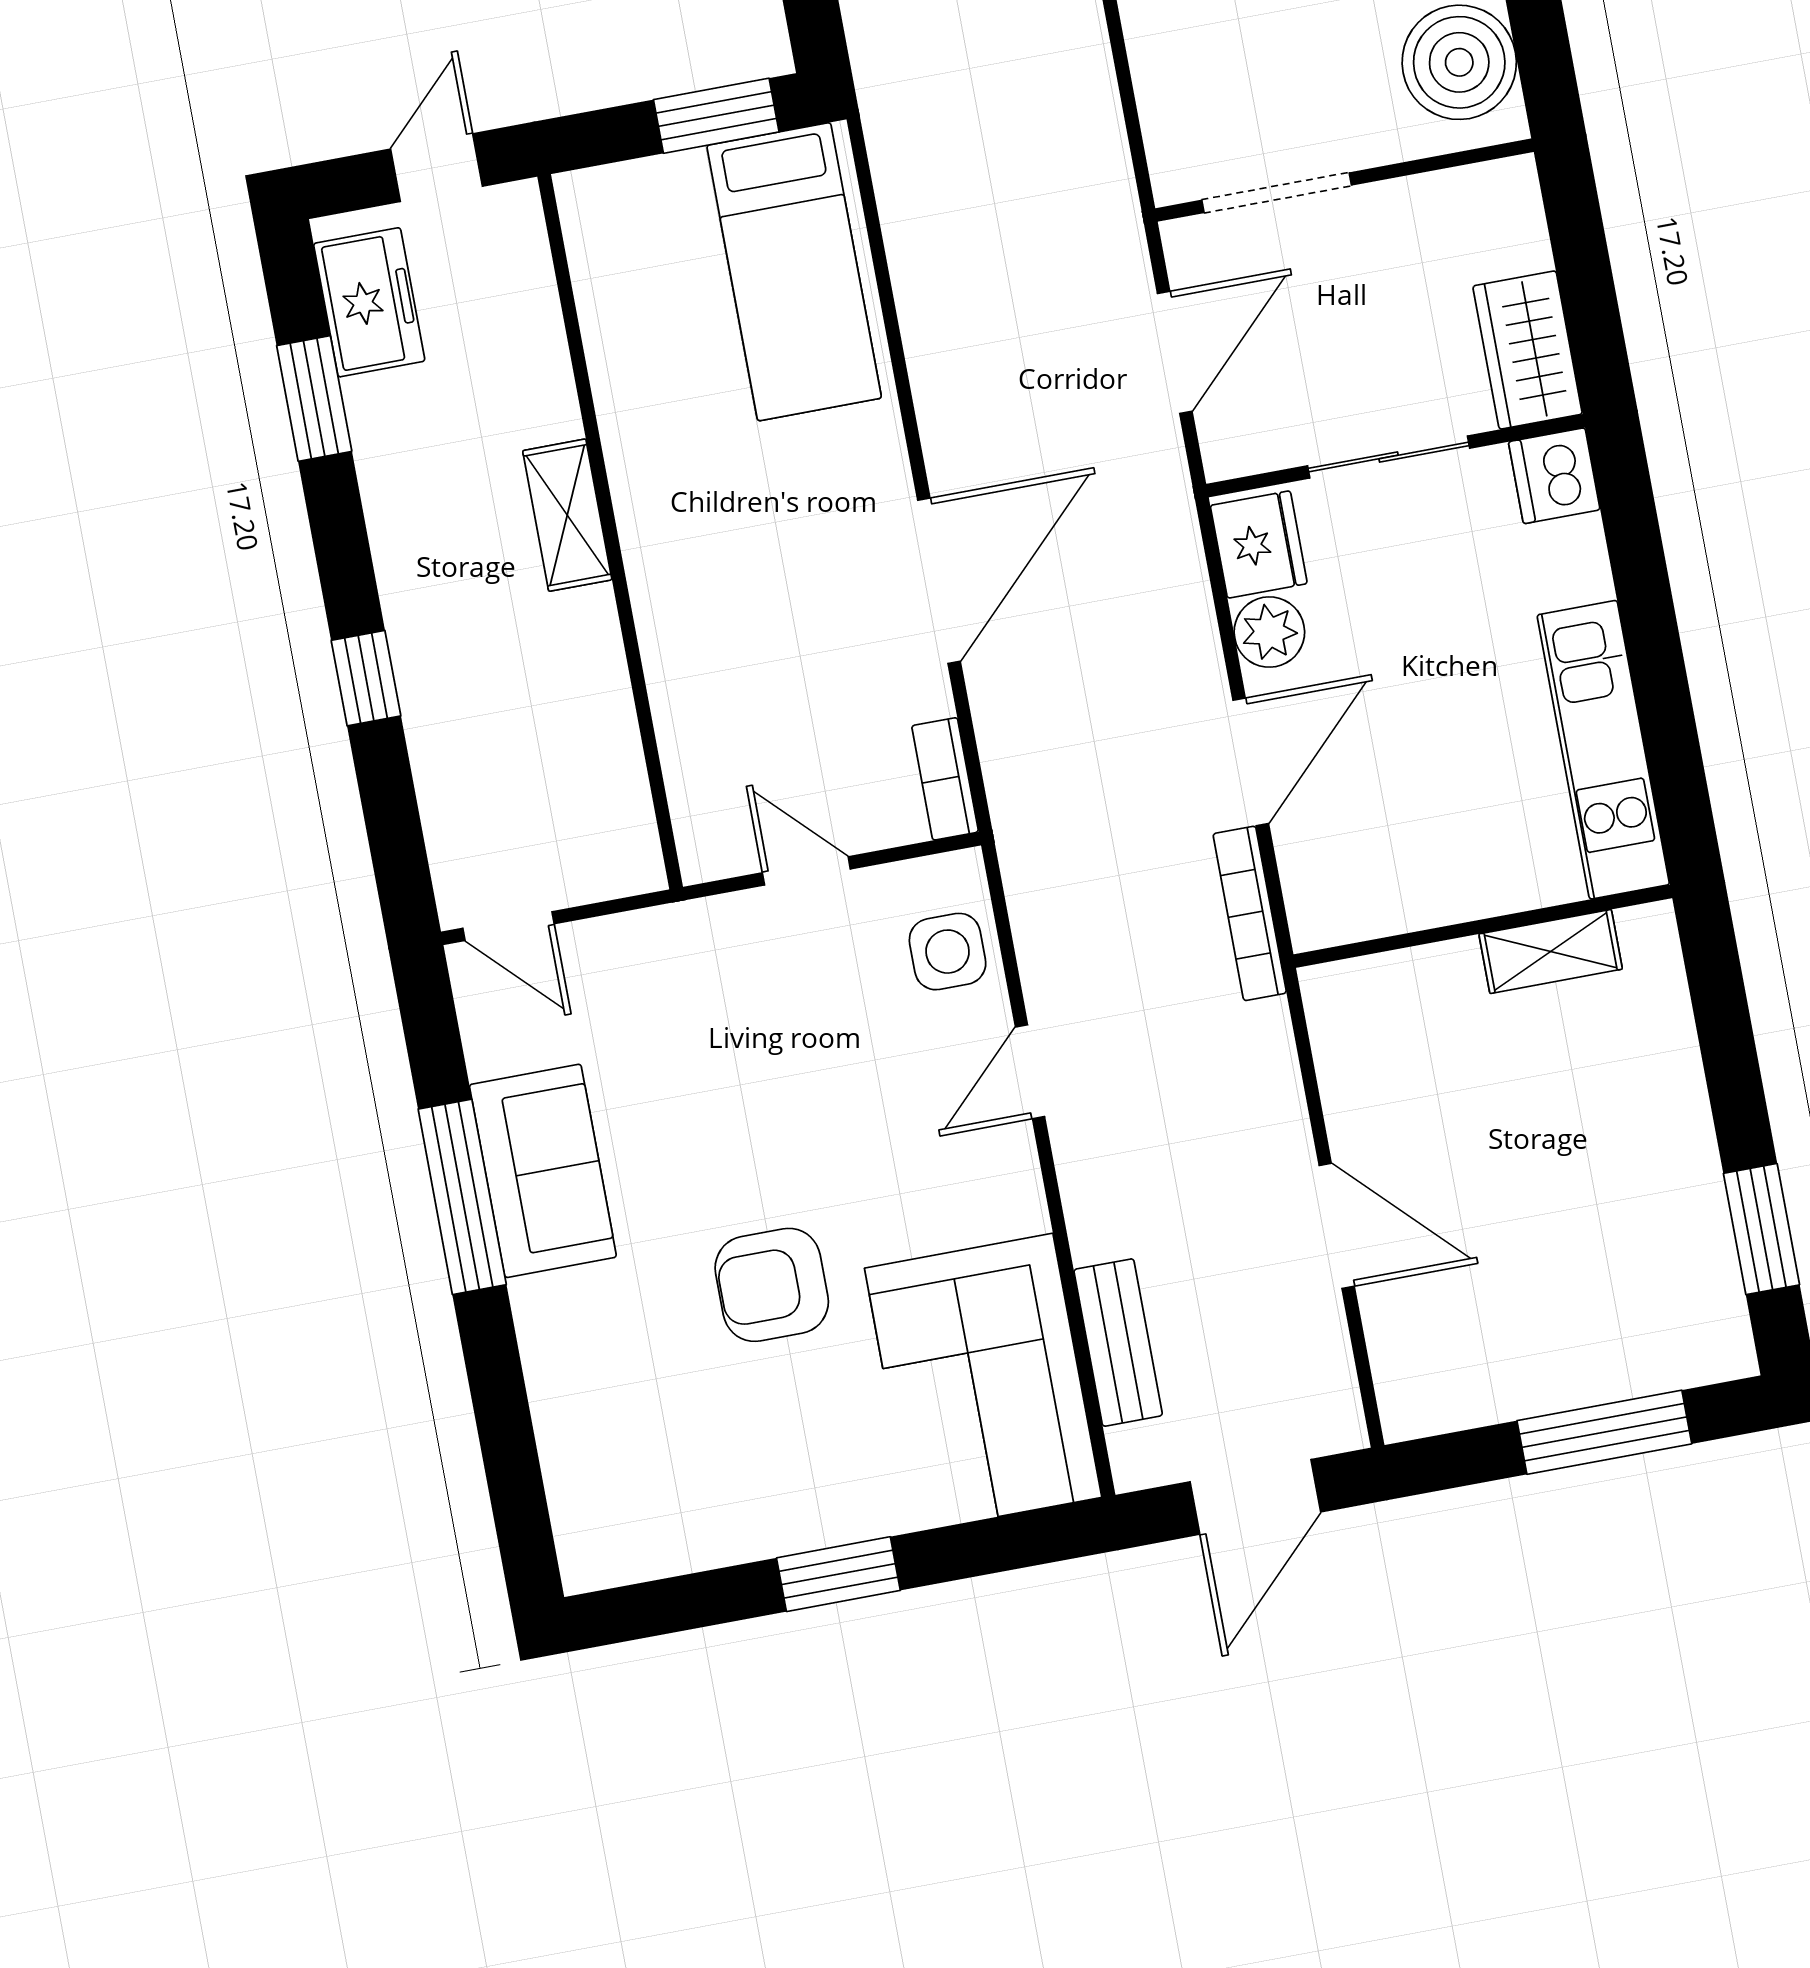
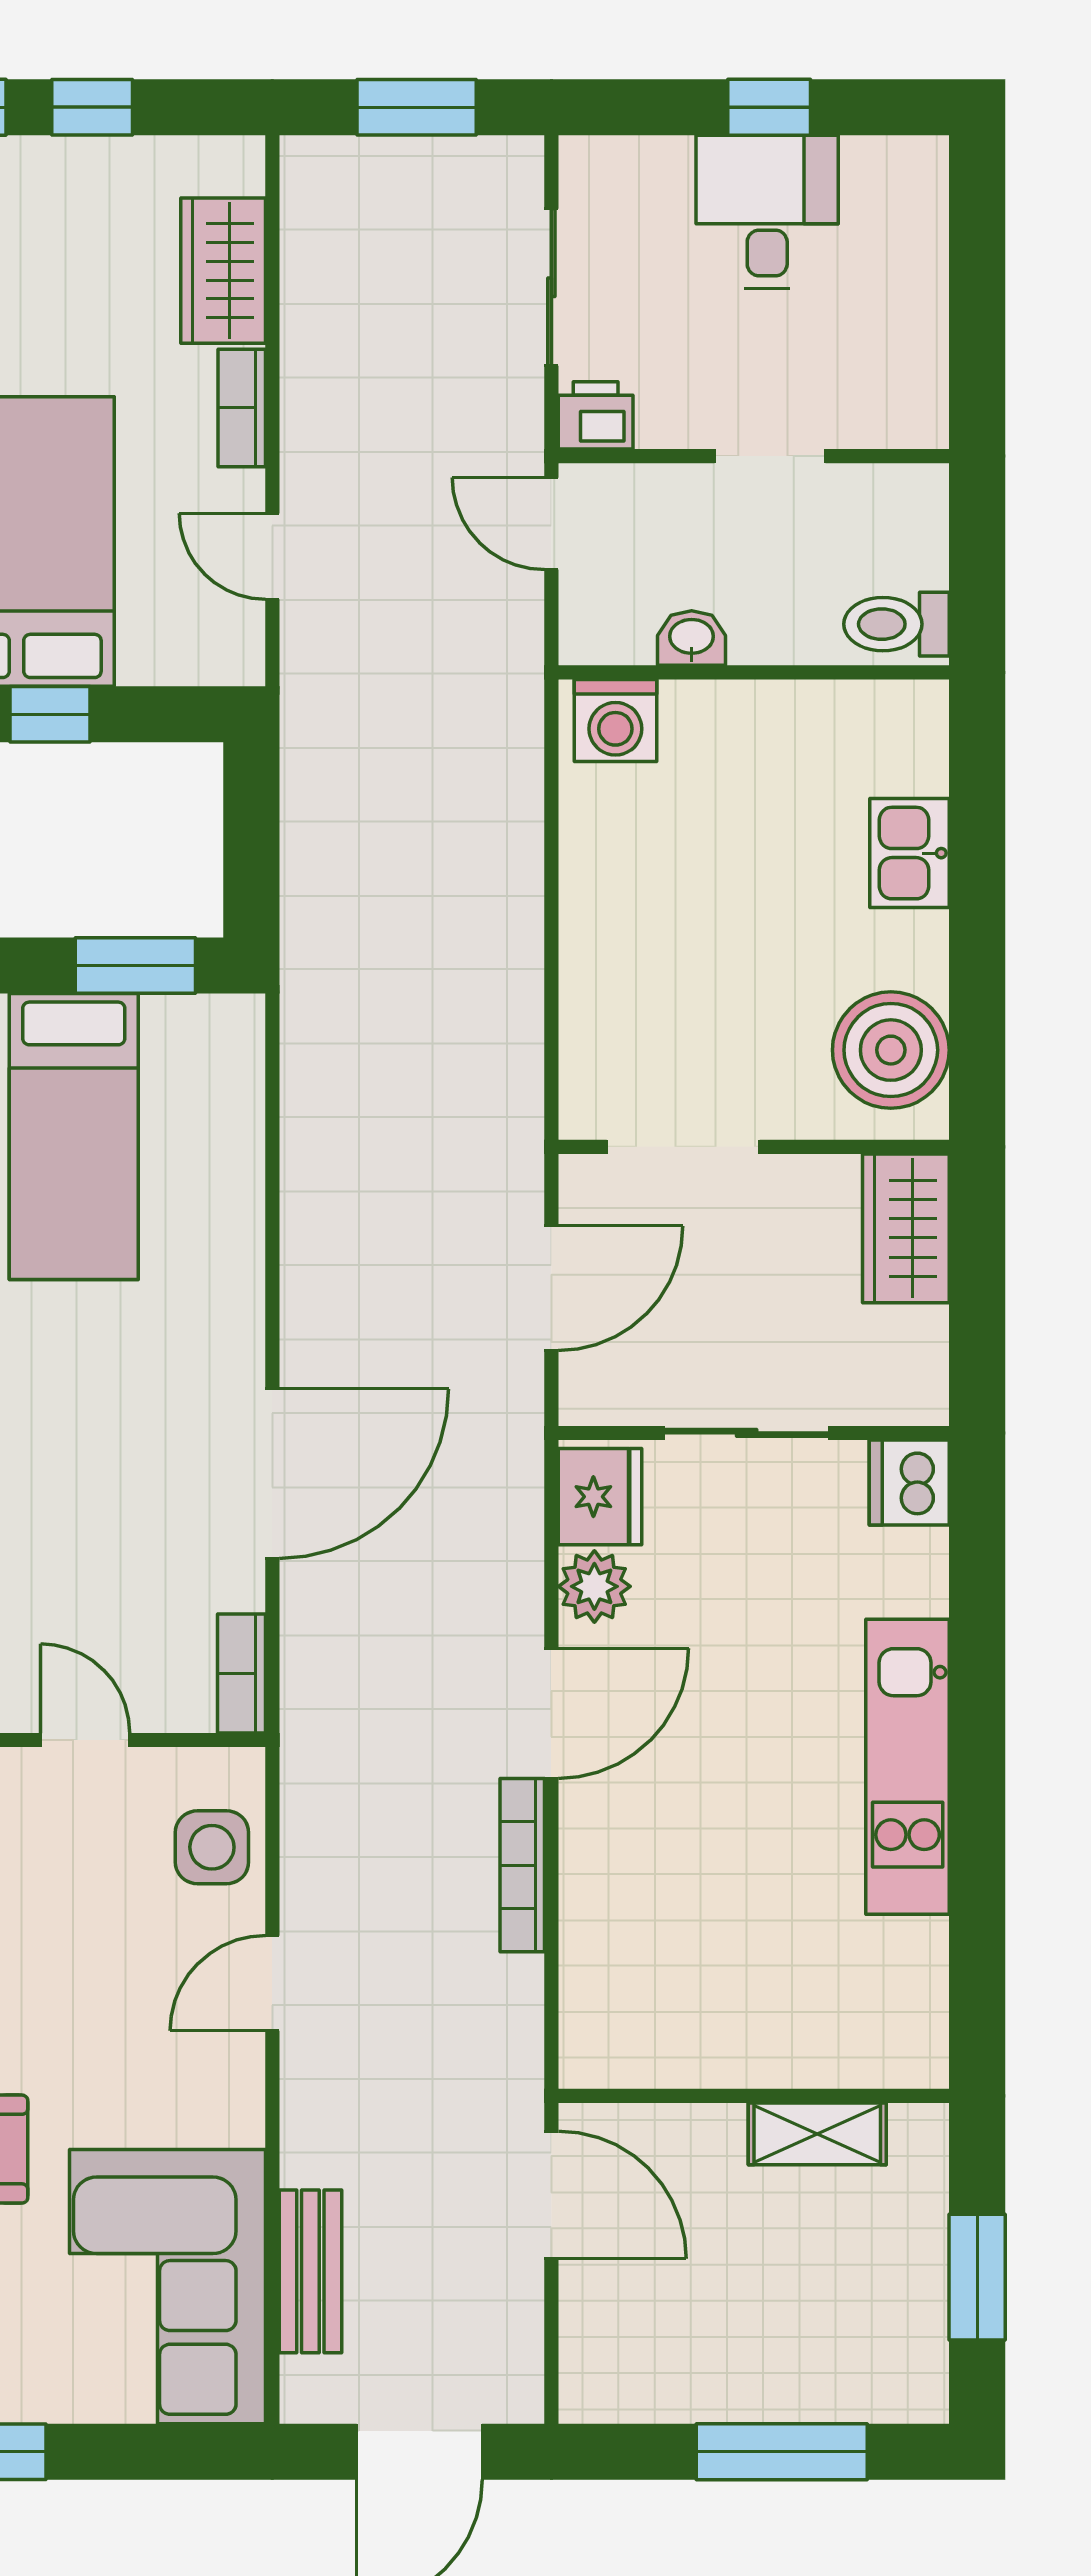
bed: (794, 272) -> (74, 1137), moved
wardrobe: (1528, 350) -> (906, 1228), moved
wall: (1483, 926) -> (754, 2096), moved
shelving: (1551, 952) -> (817, 2134), moved

